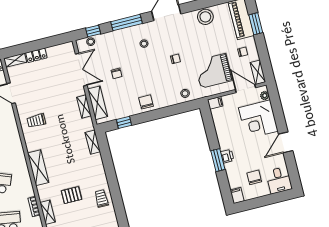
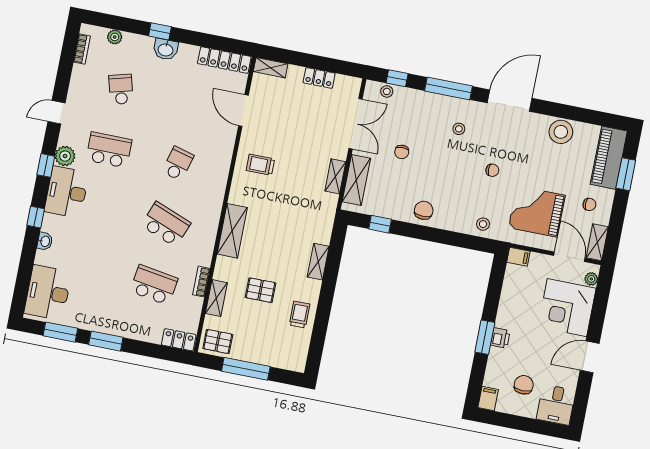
locker: (36, 55) -> (319, 78), moved
shelving: (93, 142) -> (318, 262), moved

